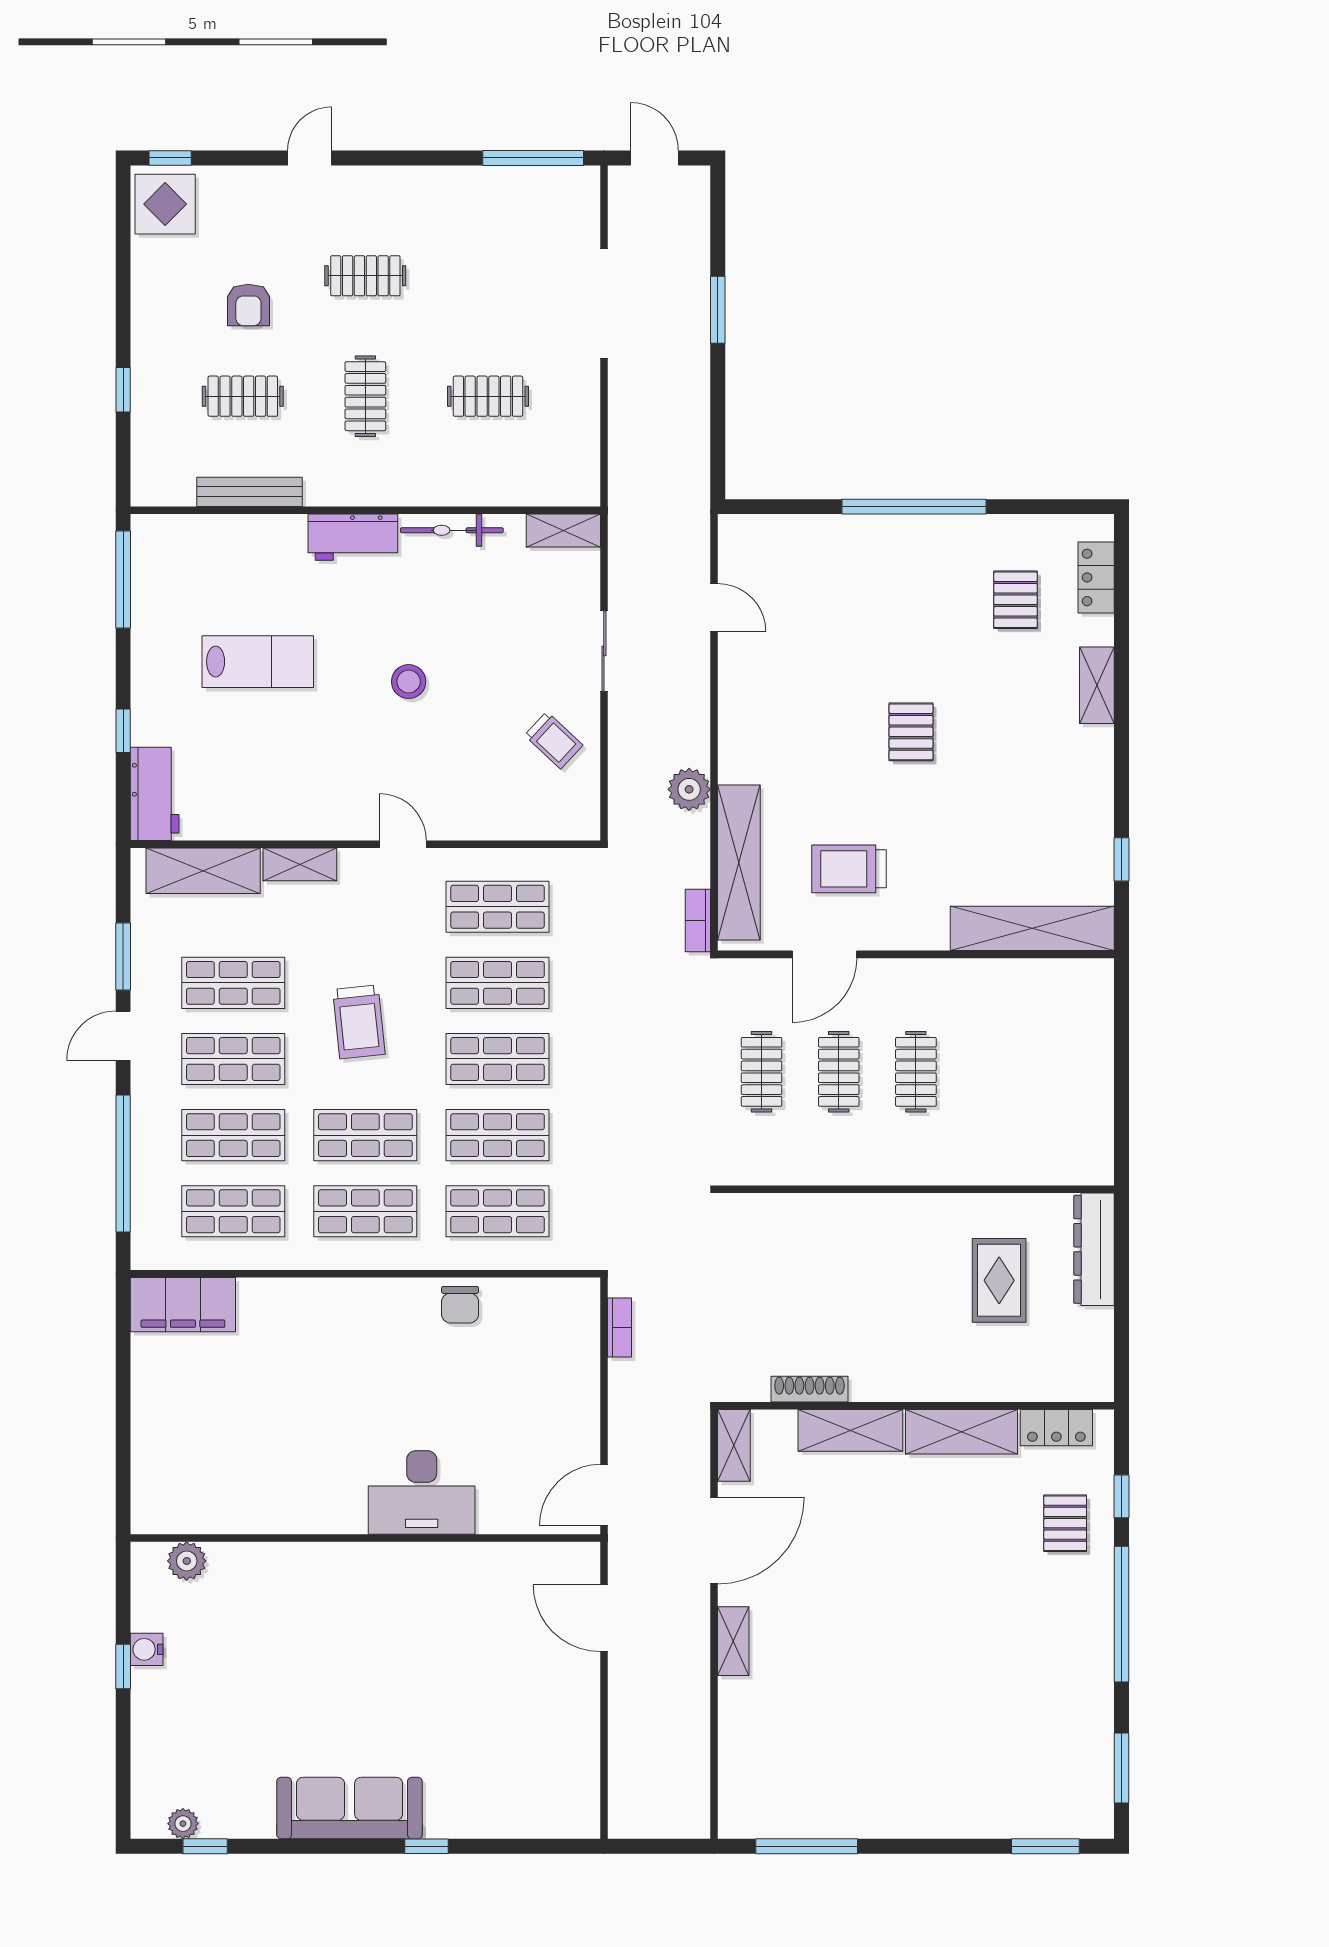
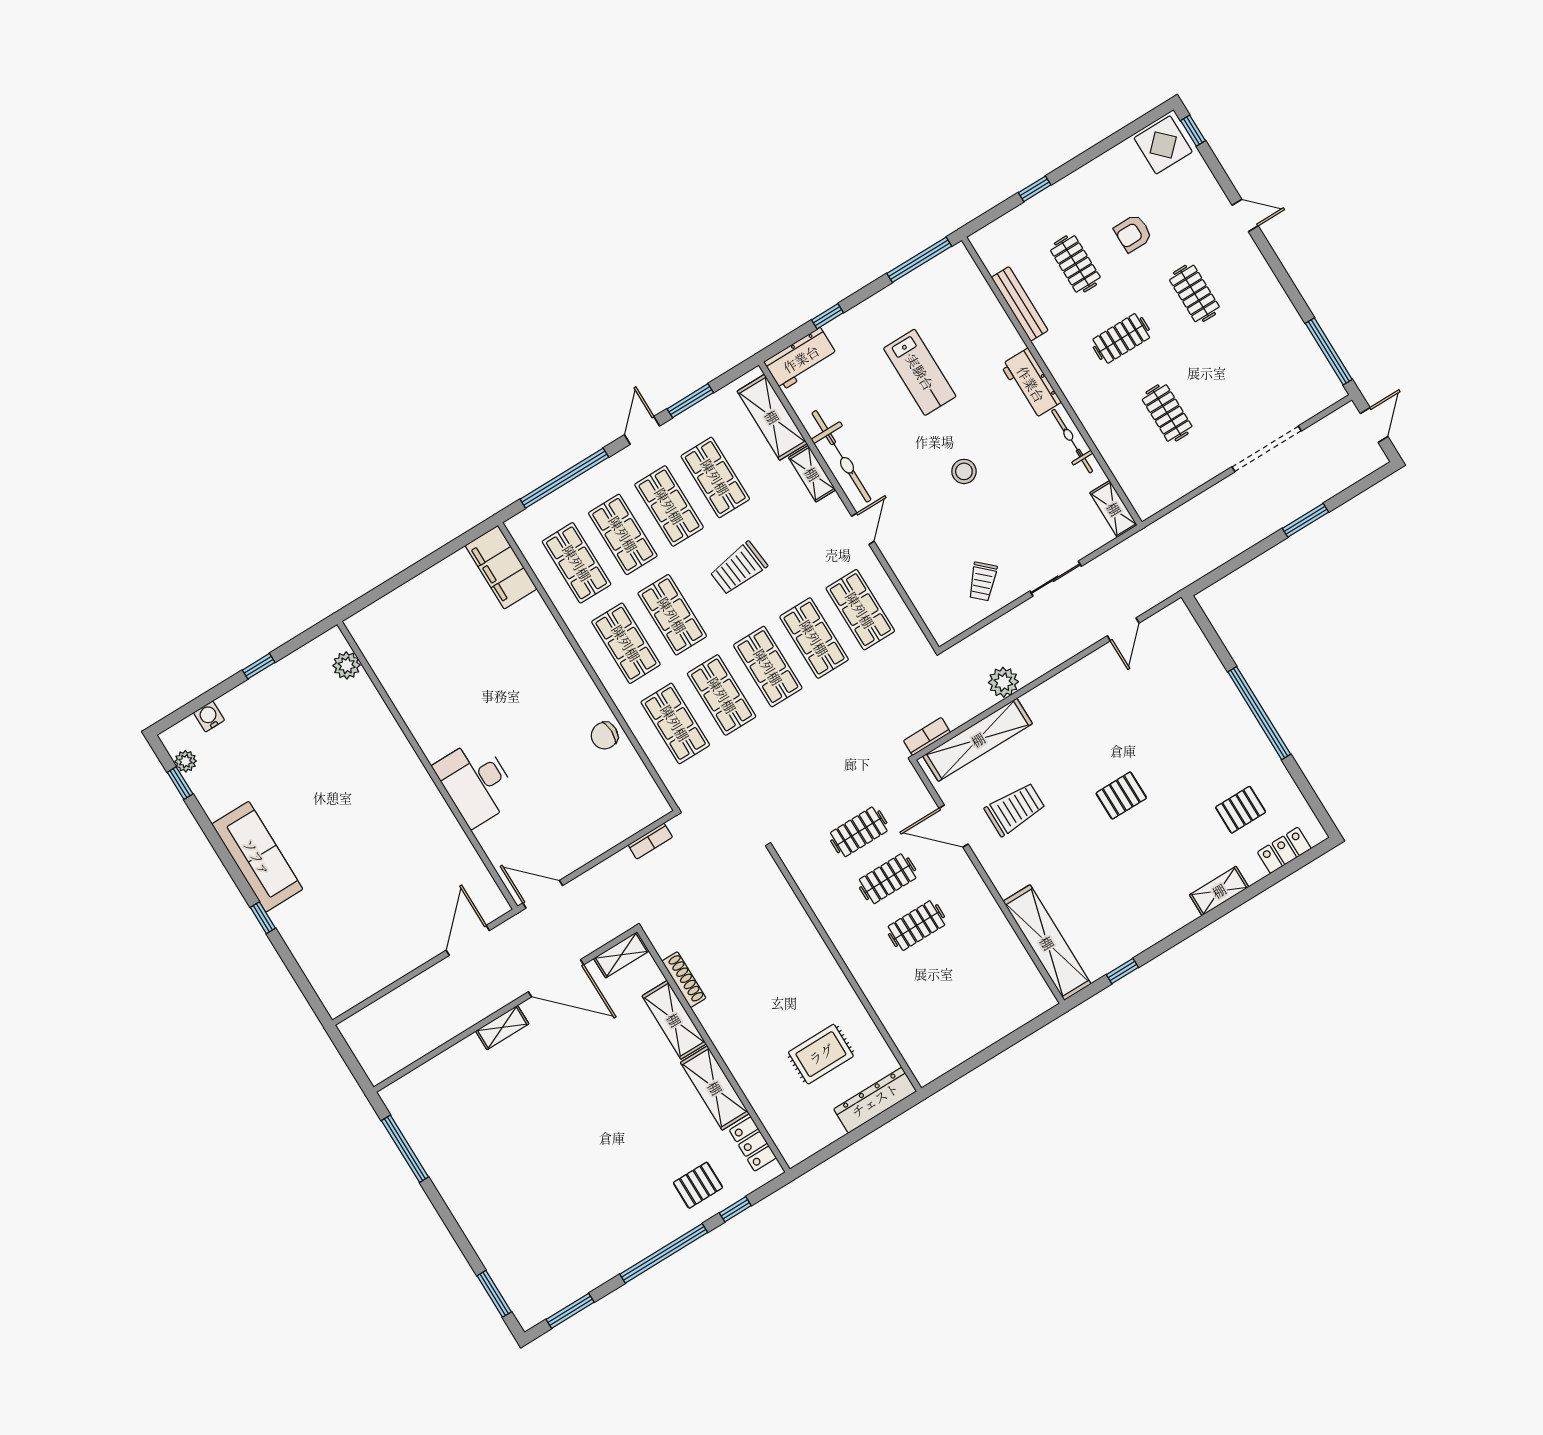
bicycle: (301, 817) -> (841, 456), added
trolley: (849, 869) -> (1015, 809), turned 90
door: (123, 1036) -> (642, 430), hinge flipped
water cooler: (147, 1649) -> (209, 716), moved

